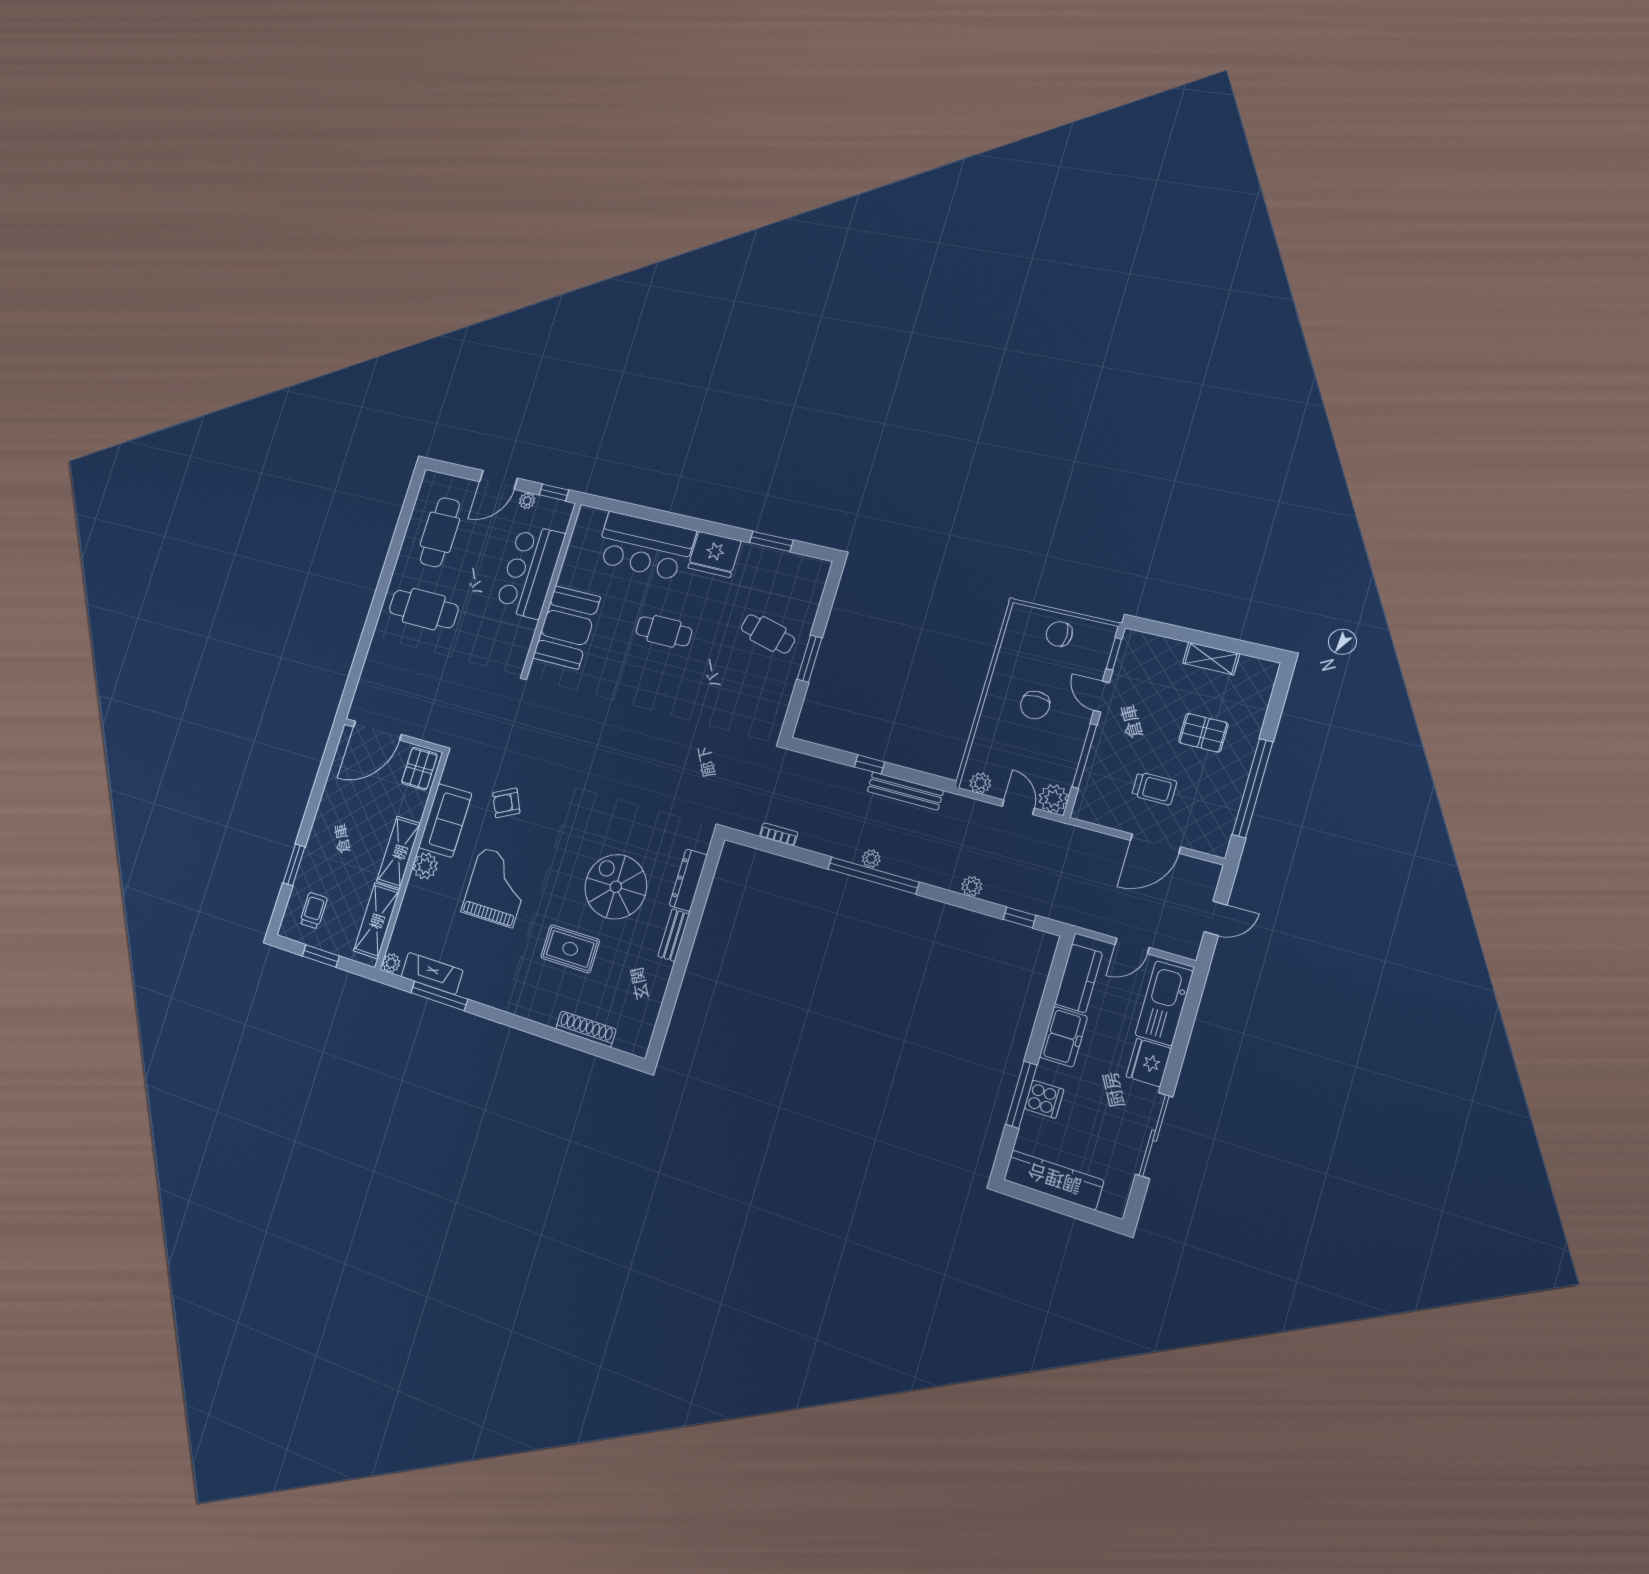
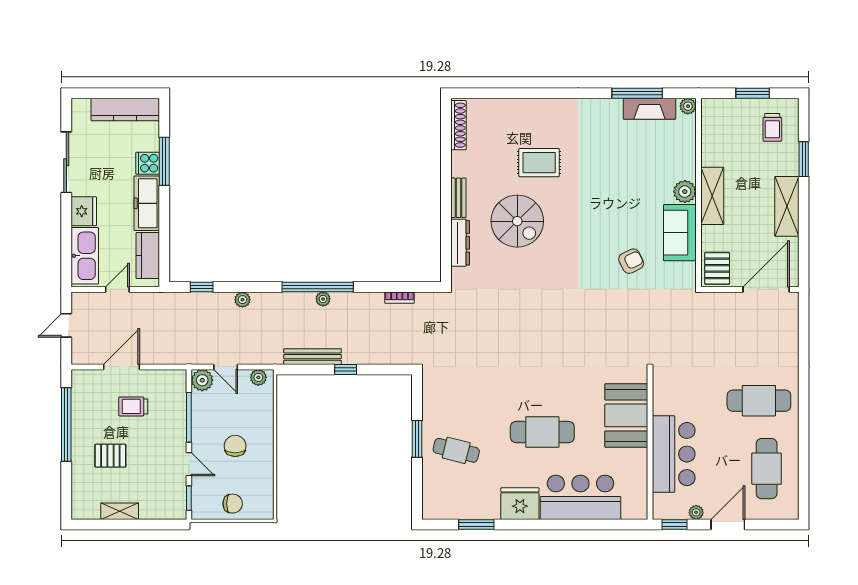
cafe table: (664, 631) -> (542, 432), width x1.37, depth x1.35
grand piano: (497, 887) -> (617, 192), removed
shelving: (376, 921) -> (787, 206), moved
shoe rack: (586, 1029) -> (458, 125), moved, turned -90
freezer: (1063, 1037) -> (147, 203), width x1.40

